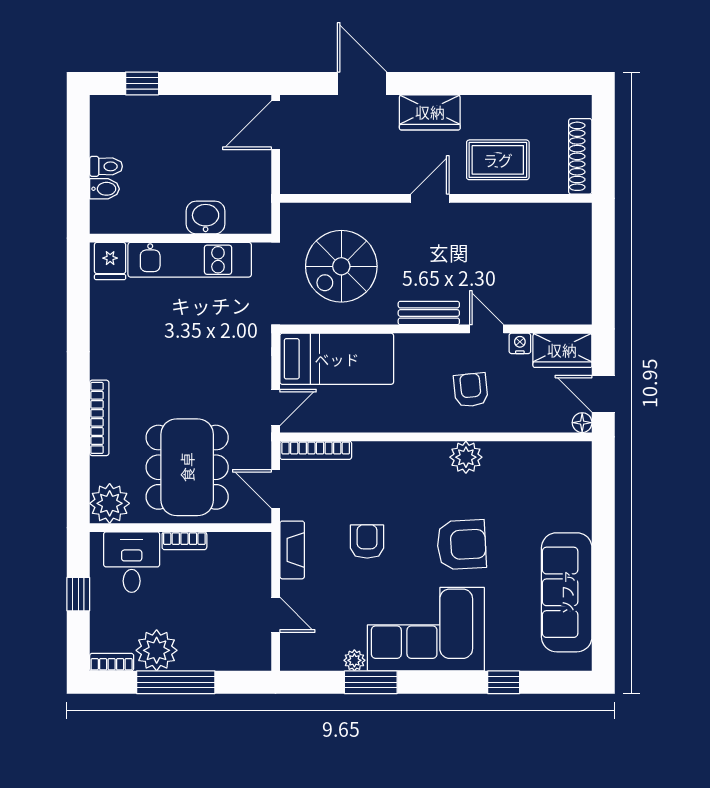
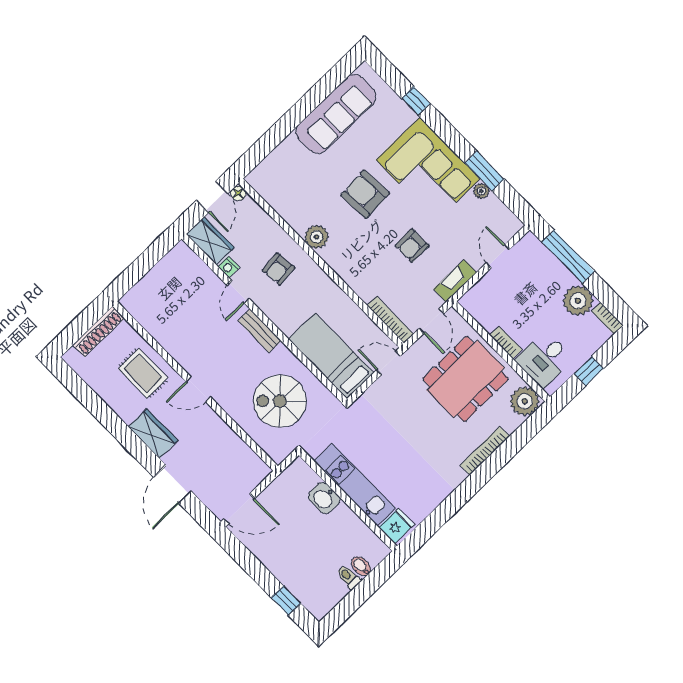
spiral stairs: (341, 266) -> (280, 401), turned 180
window: (176, 682) -> (568, 257), moved

